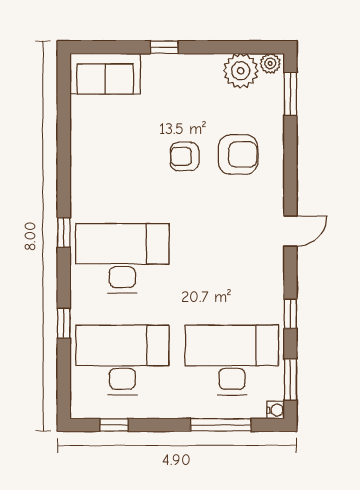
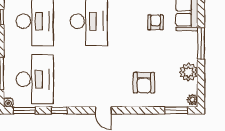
window: (164, 47) -> (201, 43), width x2.17
plant: (241, 71) -> (188, 72), moved
armchair: (184, 156) -> (155, 22), moved

